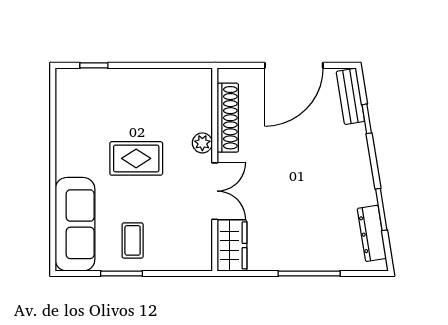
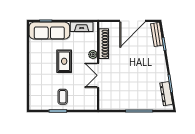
fireplace: (176, 79) -> (82, 27), added
rug: (136, 158) -> (64, 61), turned 90
double door: (215, 191) -> (98, 75), swing flipped
sofa: (75, 224) -> (49, 31), moved, turned 90
wardrobe: (232, 245) -> (106, 99), removed

